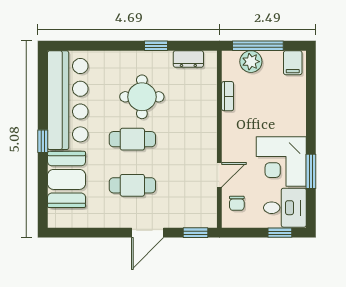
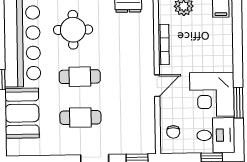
bookcase: (228, 96) -> (164, 44), width x1.56
round table: (142, 97) -> (73, 30), moved
door: (219, 175) -> (157, 86), moved

